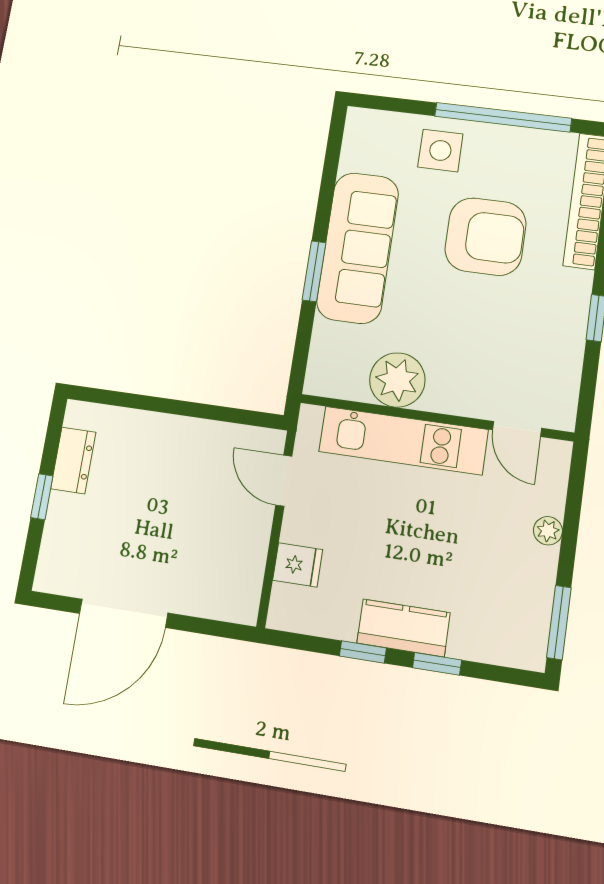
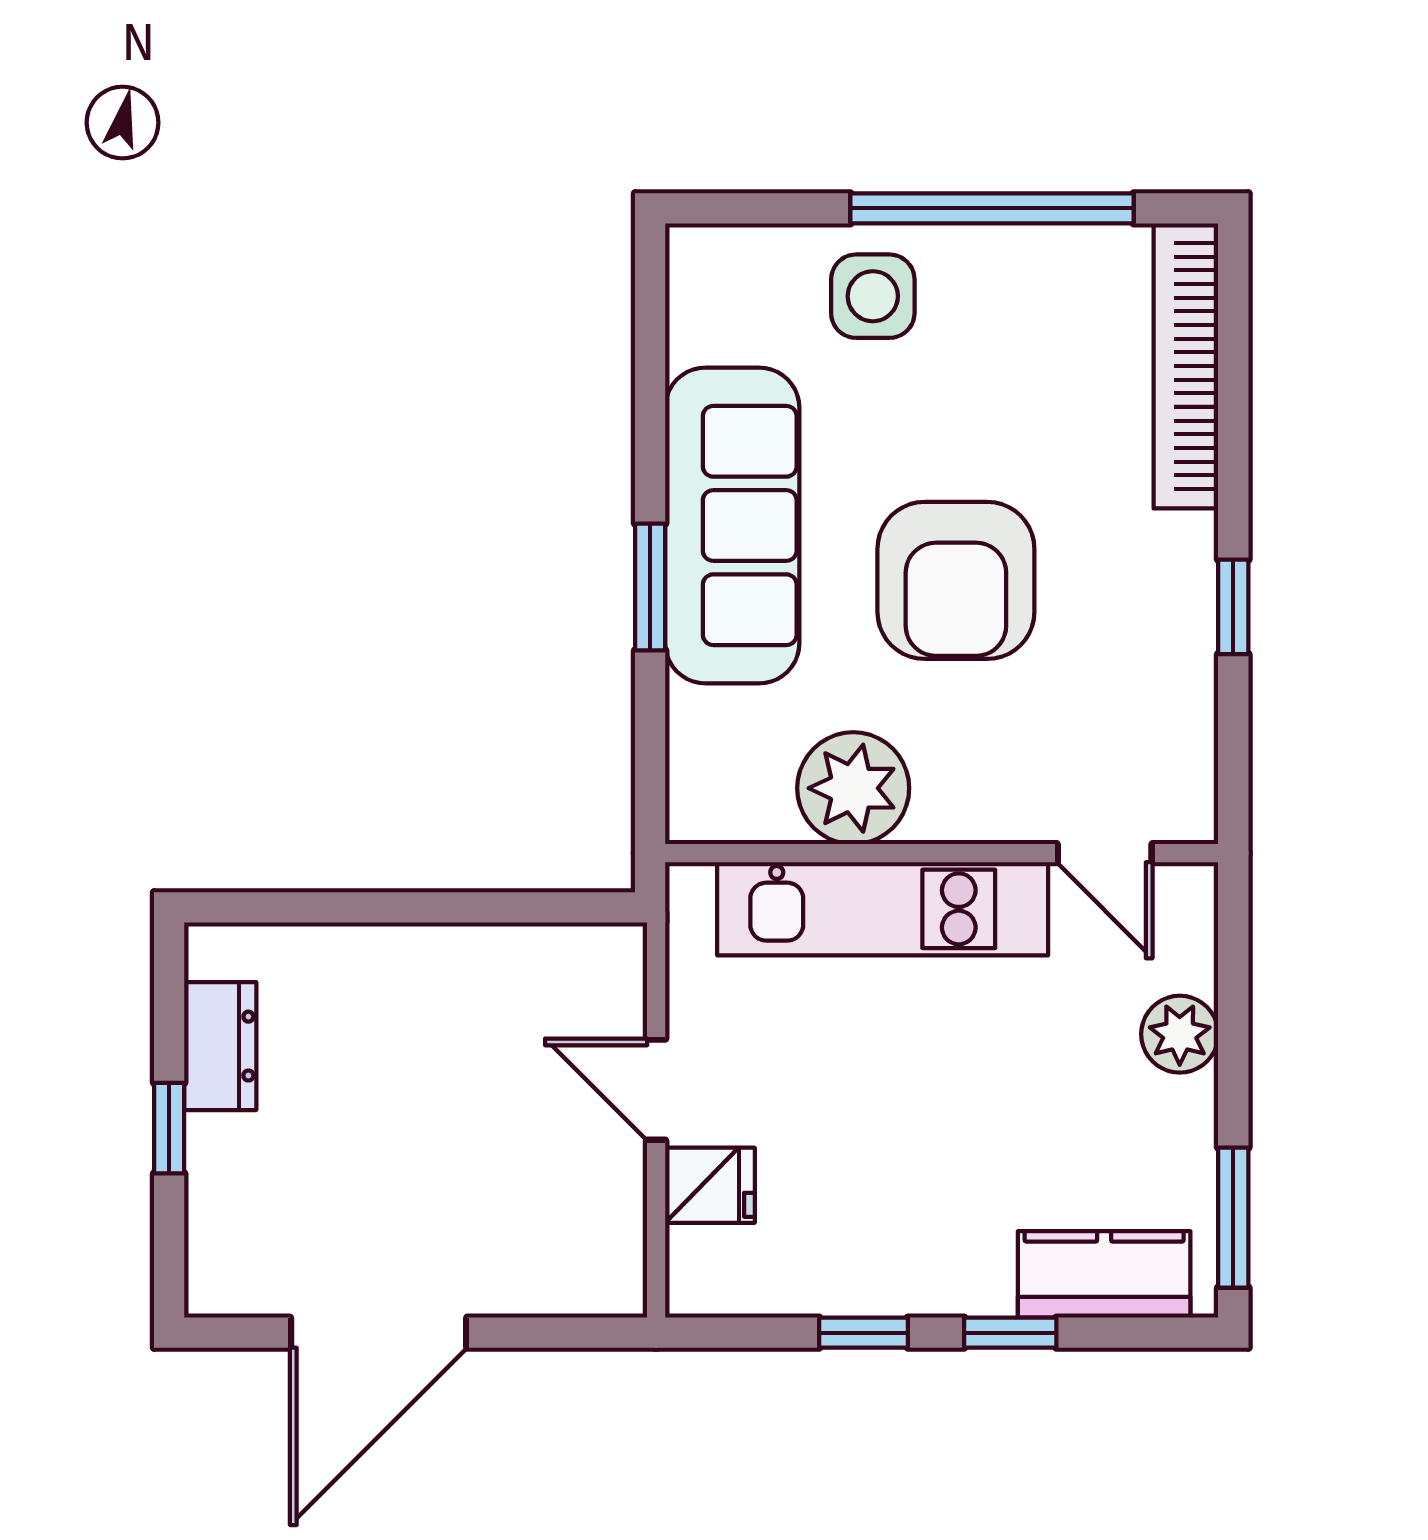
armchair: (486, 237) -> (956, 580), moved, turned 90
door: (284, 481) -> (656, 1090), moved
plant: (548, 531) -> (1180, 1034), width x1.38, depth x1.38
kitchen counter: (403, 628) -> (1104, 1274), moved

